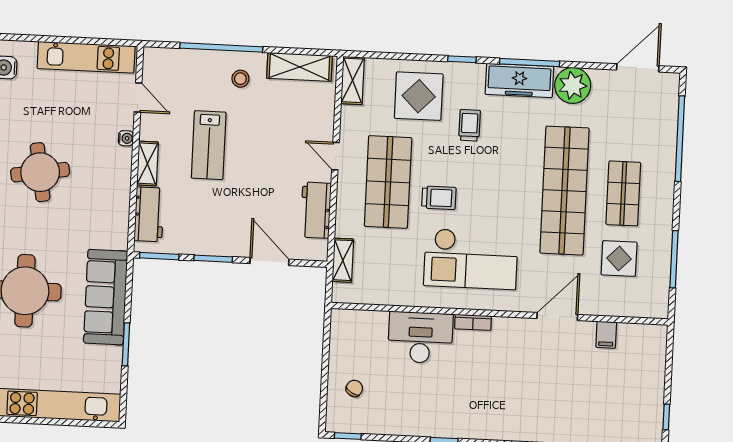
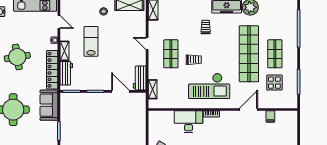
display table: (419, 96) -> (183, 15), removed
lab bench: (209, 145) -> (91, 41), turned 180
shop shelf: (388, 182) -> (171, 54), width x0.70, depth x0.74
locker: (118, 205) -> (52, 70), added
workbench: (316, 210) -> (140, 78), moved
sofa: (106, 297) -> (49, 105), width x0.73

